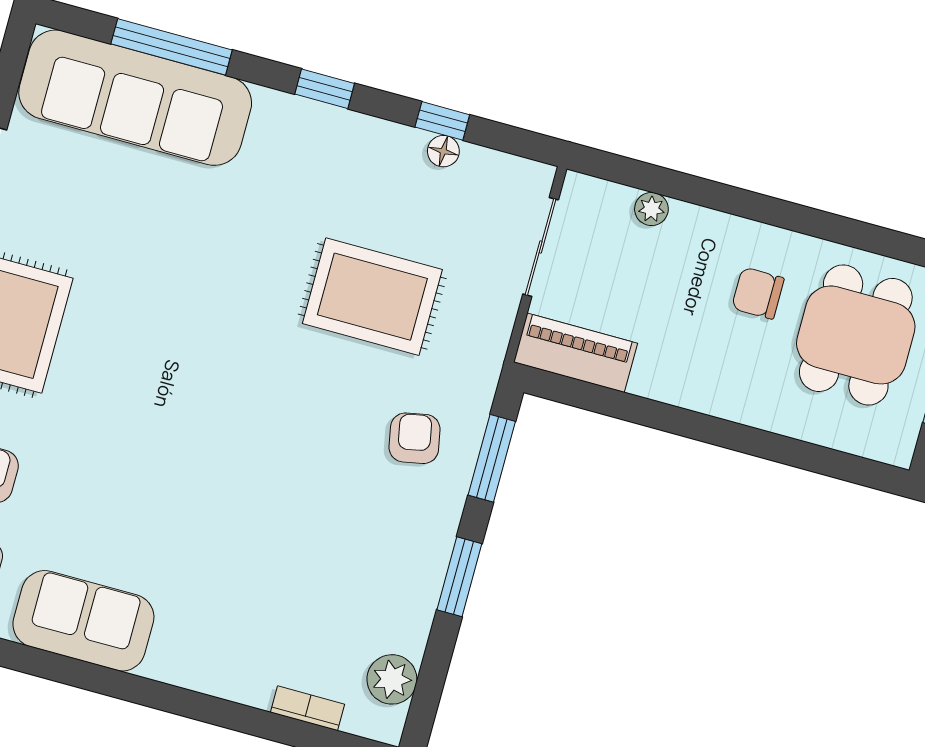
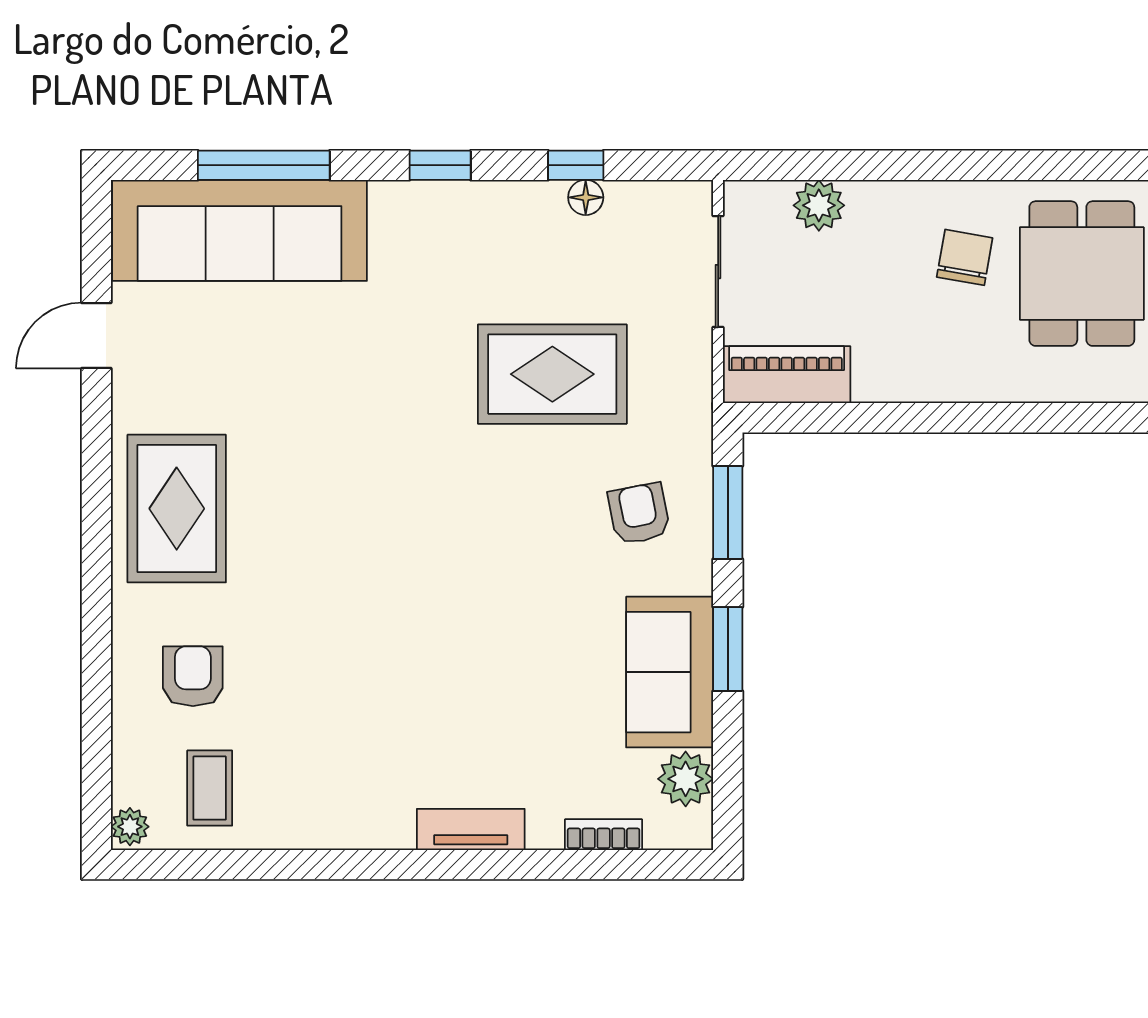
plant: (651, 209) -> (819, 205), width x1.38, depth x1.38
chair: (758, 293) -> (965, 257), turned 100
sofa: (83, 621) -> (670, 672), moved, turned -90
tv unit: (194, 672) -> (471, 829), added

